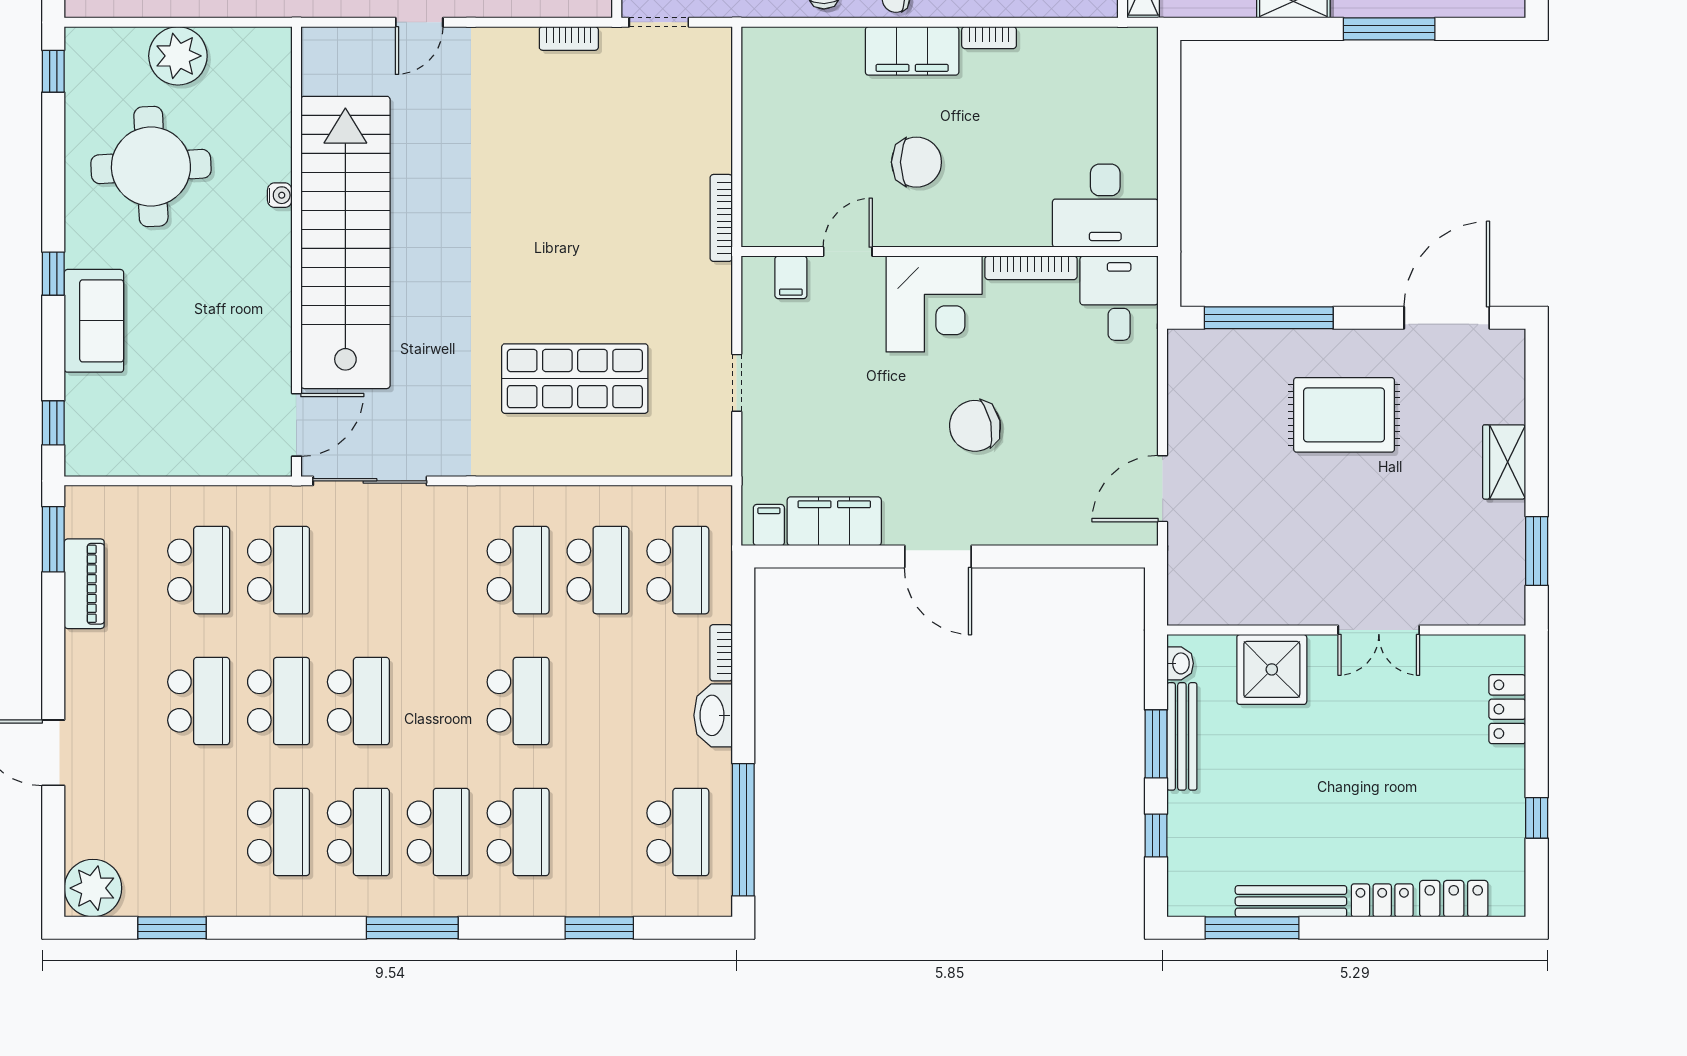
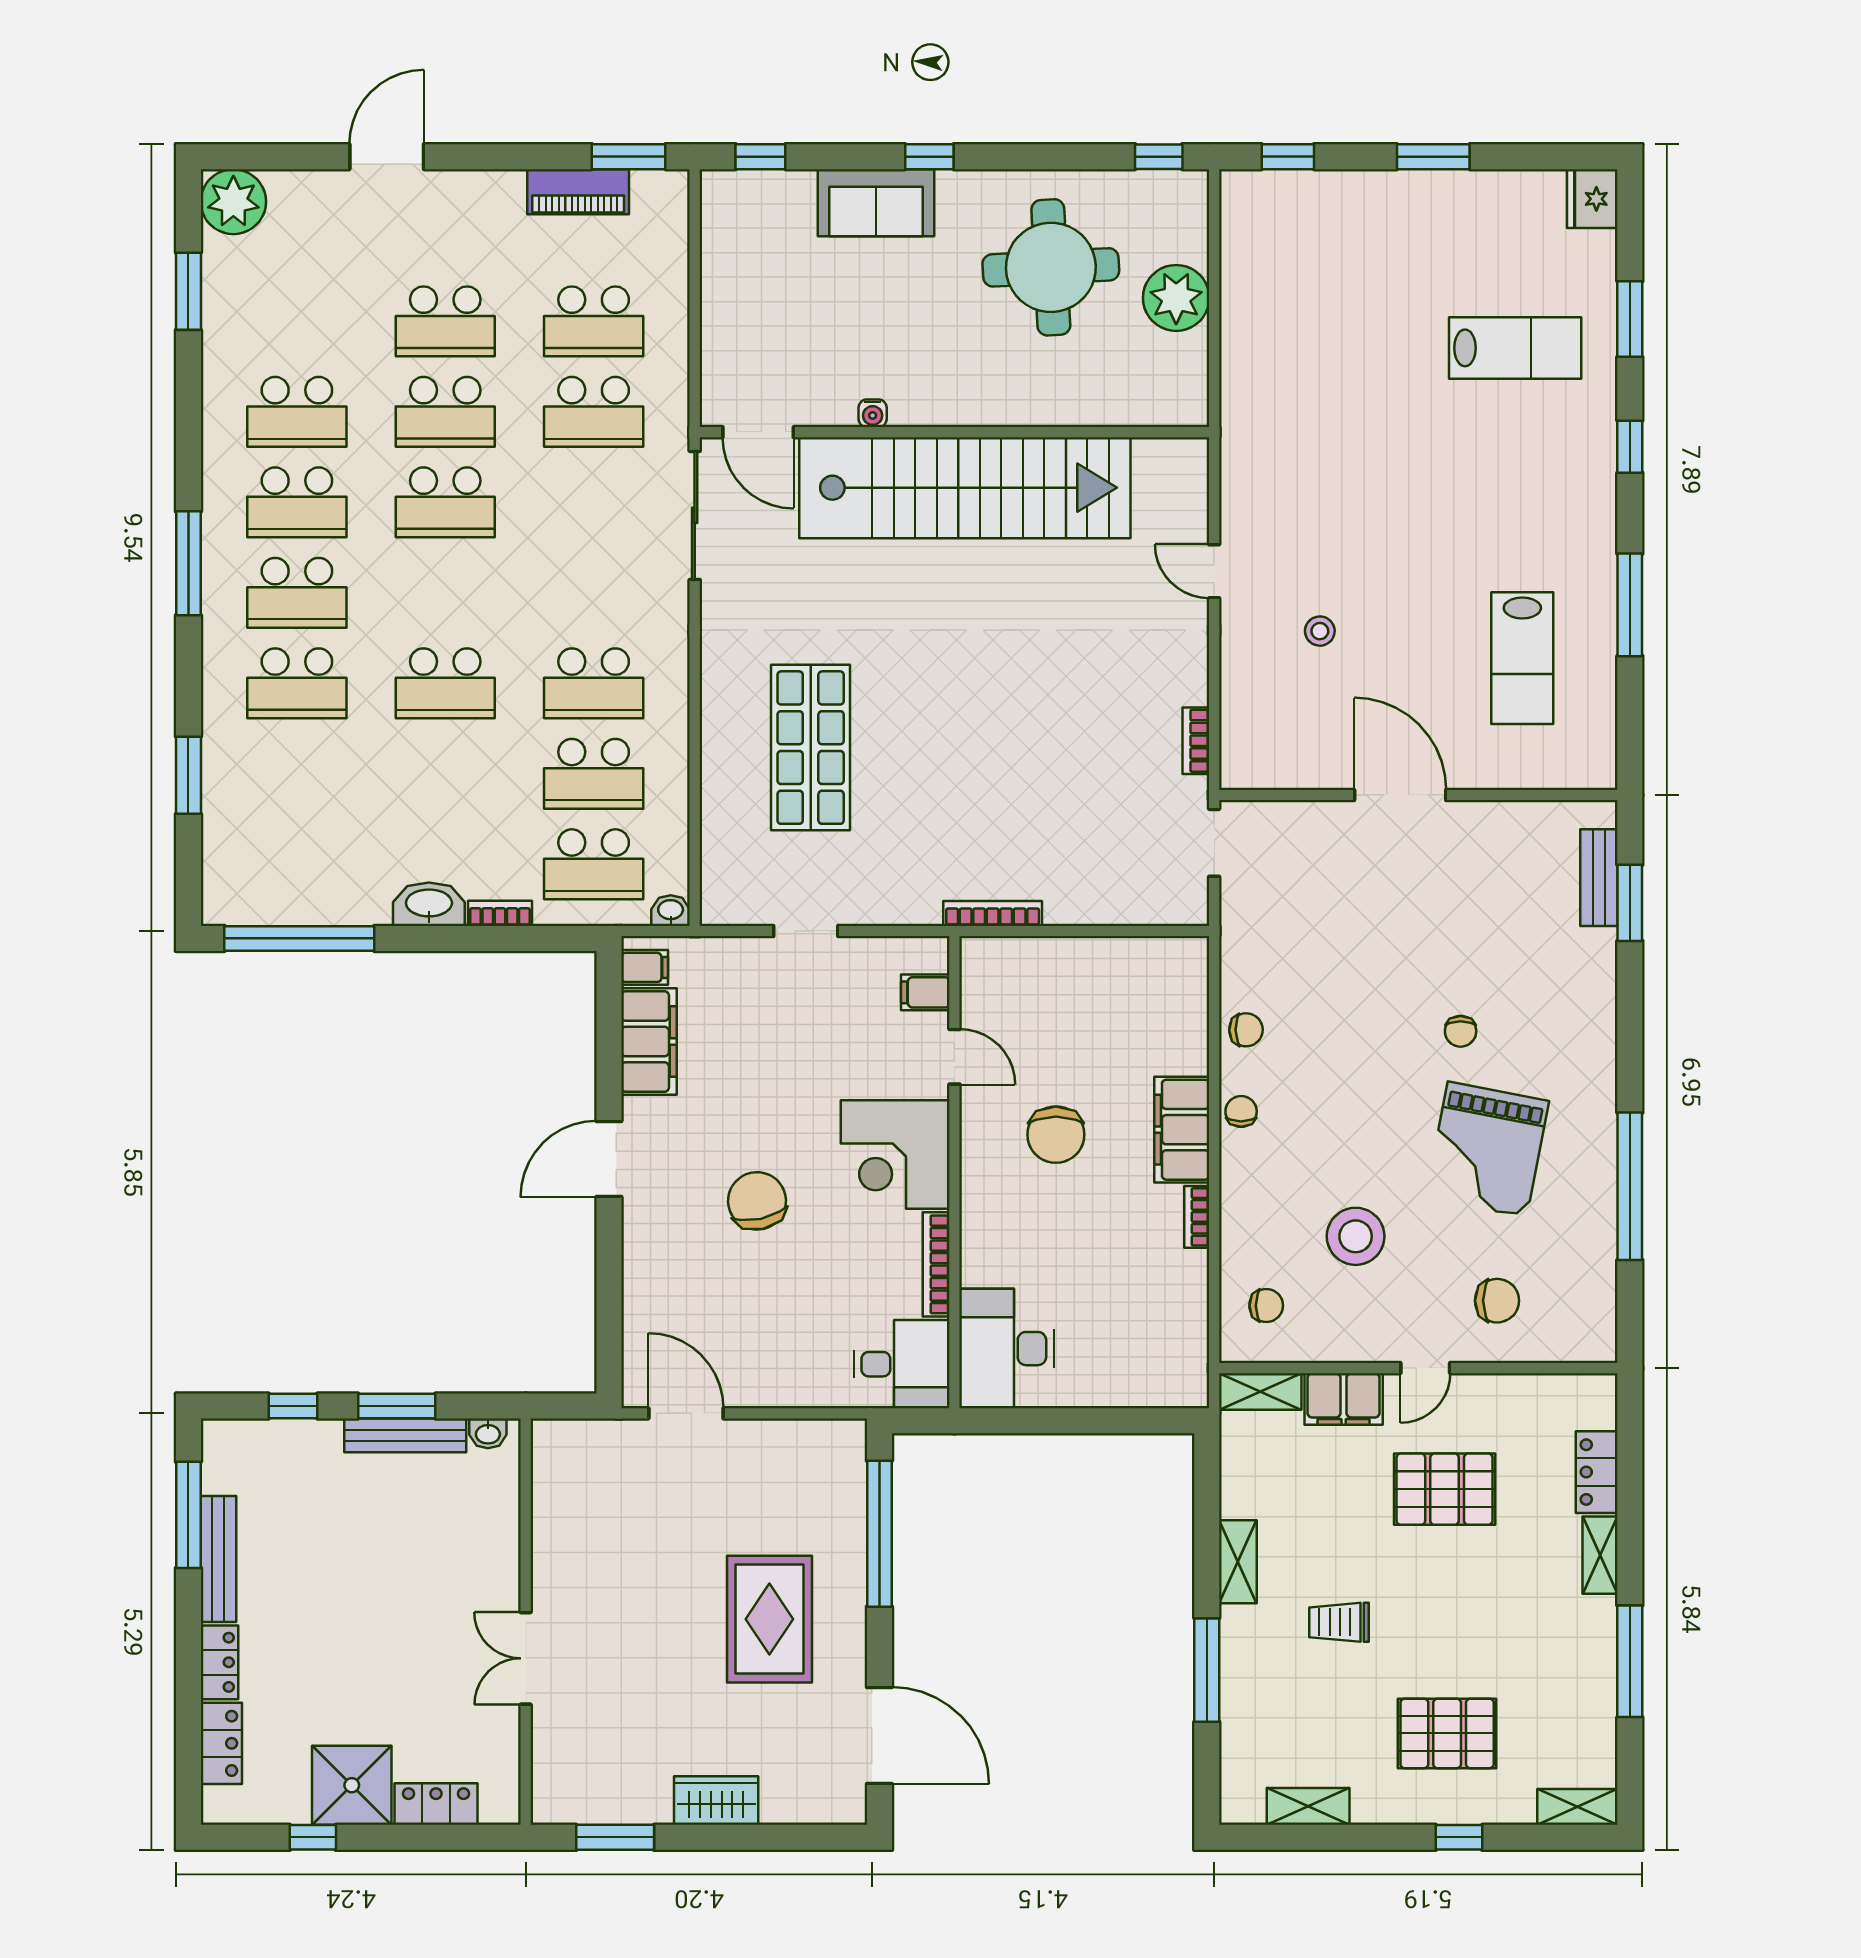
water cooler: (280, 195) -> (873, 413), moved
washbasin: (719, 502) -> (671, 911), added
shower: (1272, 669) -> (352, 1785), moved
school desk: (678, 832) -> (297, 864), removed

